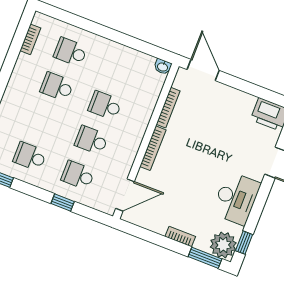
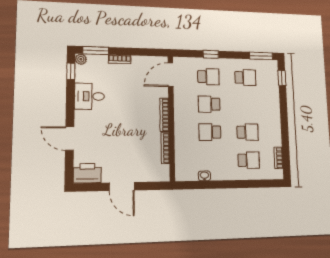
washbasin: (163, 67) -> (204, 176), moved
door: (203, 70) -> (122, 187), moved
school desk: (105, 105) -> (210, 132), turned 180
school desk: (91, 140) -> (209, 104), turned 180
desk: (236, 198) -> (89, 96), width x0.73
plant: (223, 245) -> (81, 59), width x0.53, depth x0.53

